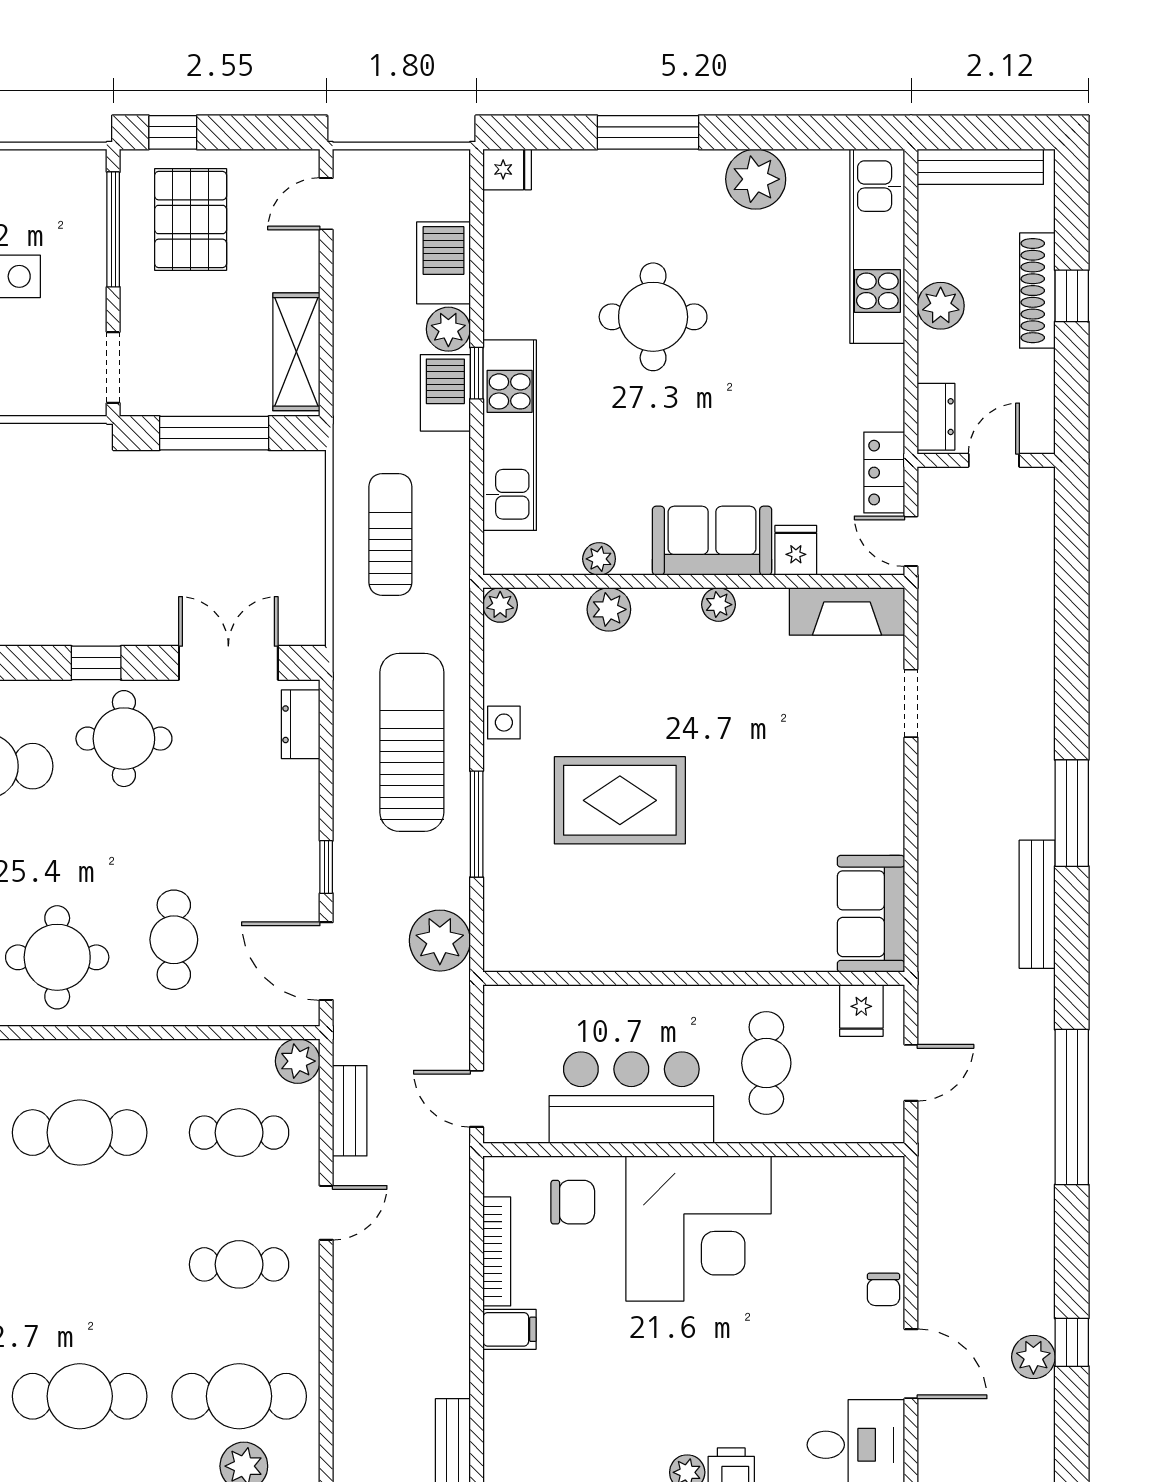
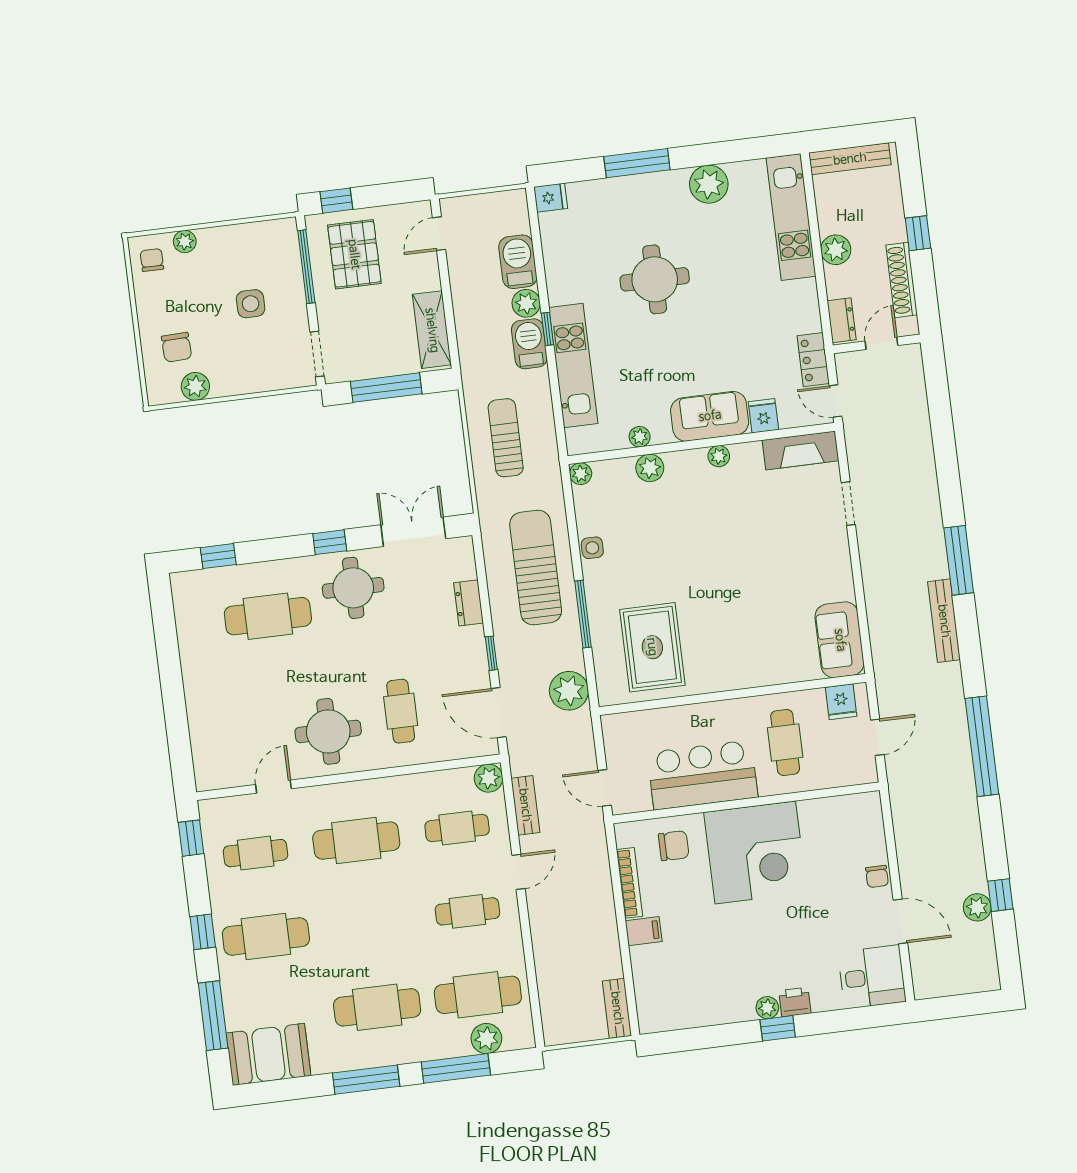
shoe rack: (1037, 291) -> (902, 280), moved
dresser: (301, 724) -> (469, 603), moved
rug: (620, 800) -> (652, 647), moved, turned 90

